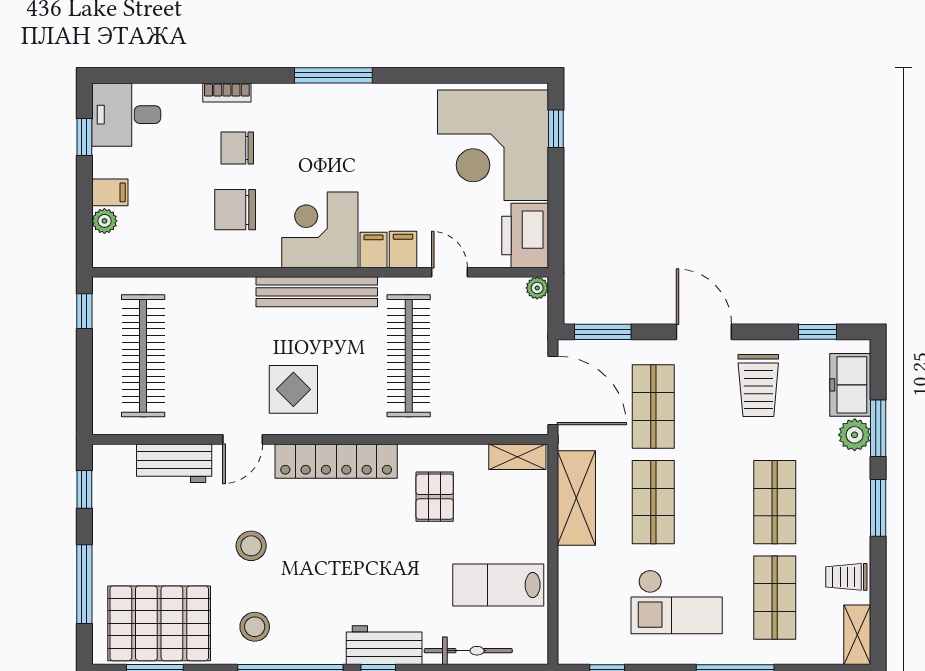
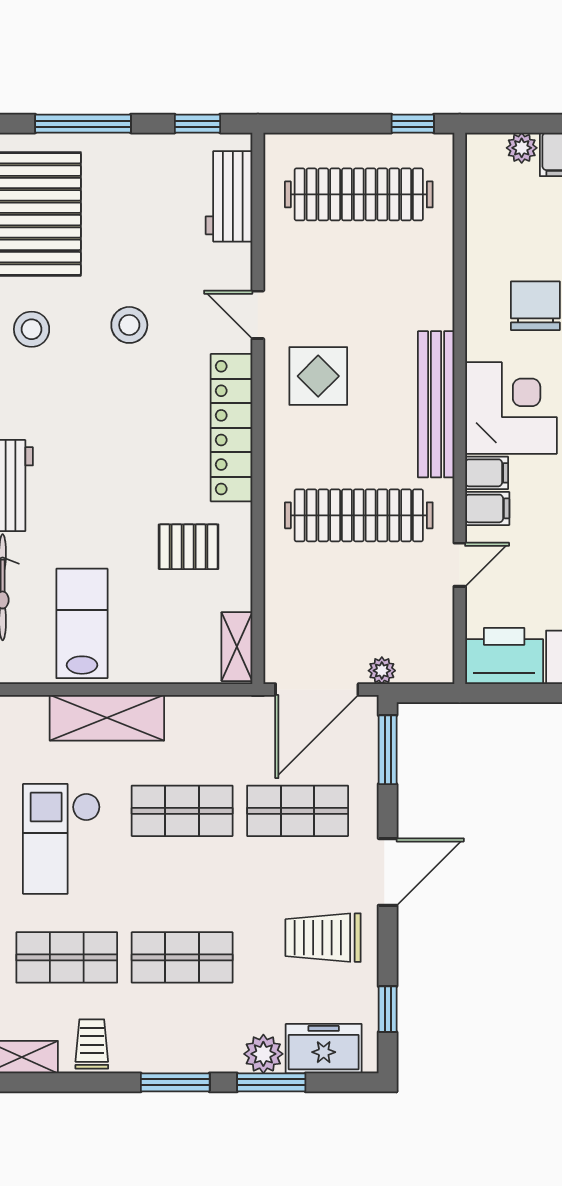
plant: (537, 288) -> (382, 671), moved
workbench: (174, 463) -> (229, 196), moved
shelving: (576, 498) -> (107, 718), moved

